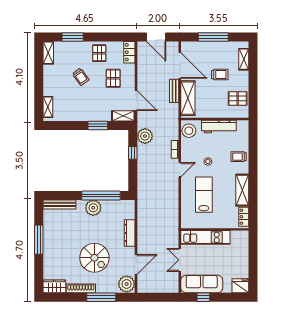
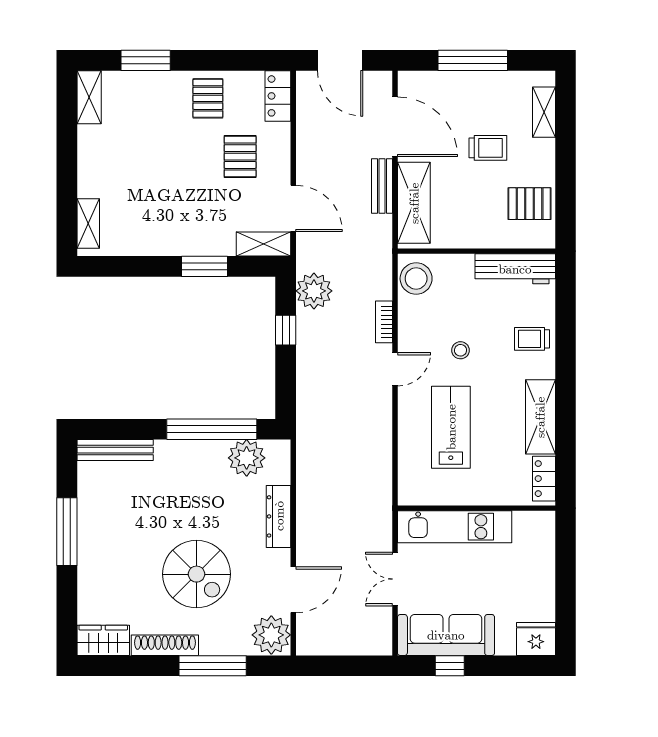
trolley: (81, 77) -> (165, 153), removed
workbench: (219, 126) -> (515, 269), moved
plant: (93, 208) -> (247, 458), moved

